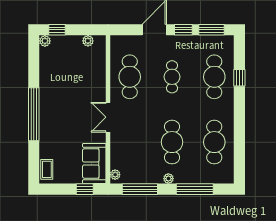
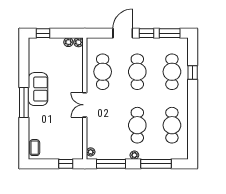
plant: (45, 41) -> (78, 42), moved
cafe table: (172, 77) -> (137, 72), width x1.37, depth x1.35
window: (34, 114) -> (24, 102), width x0.68
sofa: (94, 163) -> (38, 89), moved, turned 180

